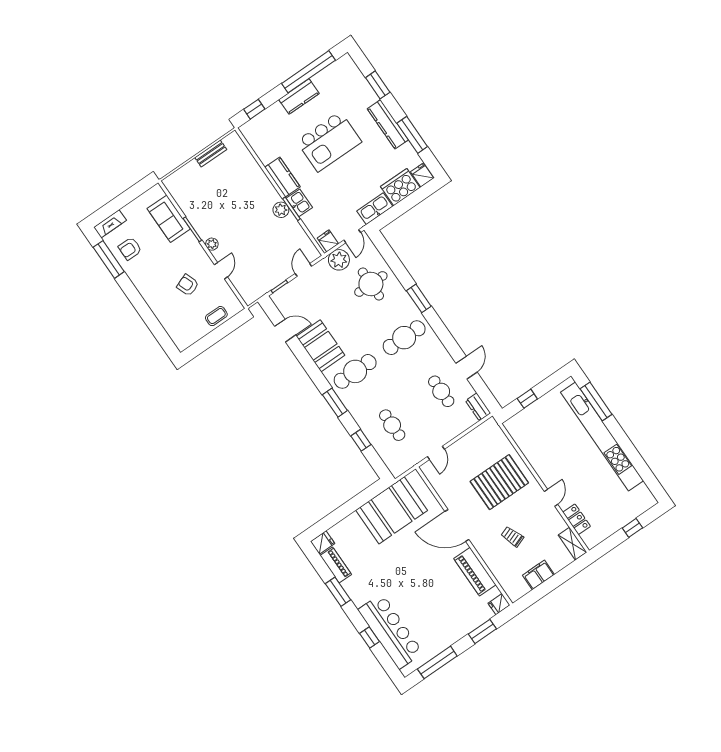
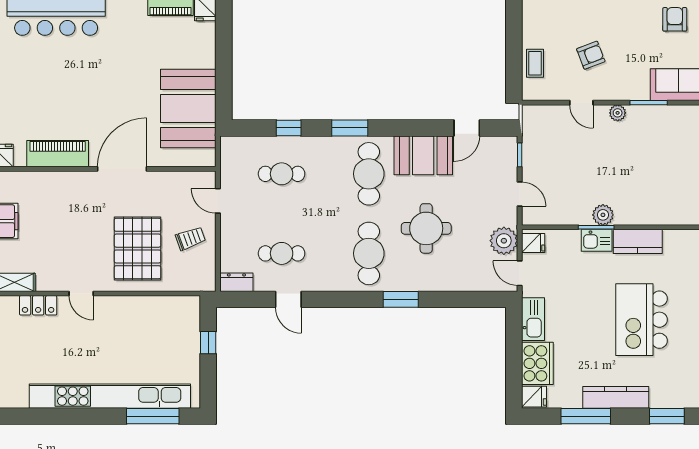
round table: (371, 284) -> (426, 228), moved
trolley: (512, 537) -> (190, 239), moved

